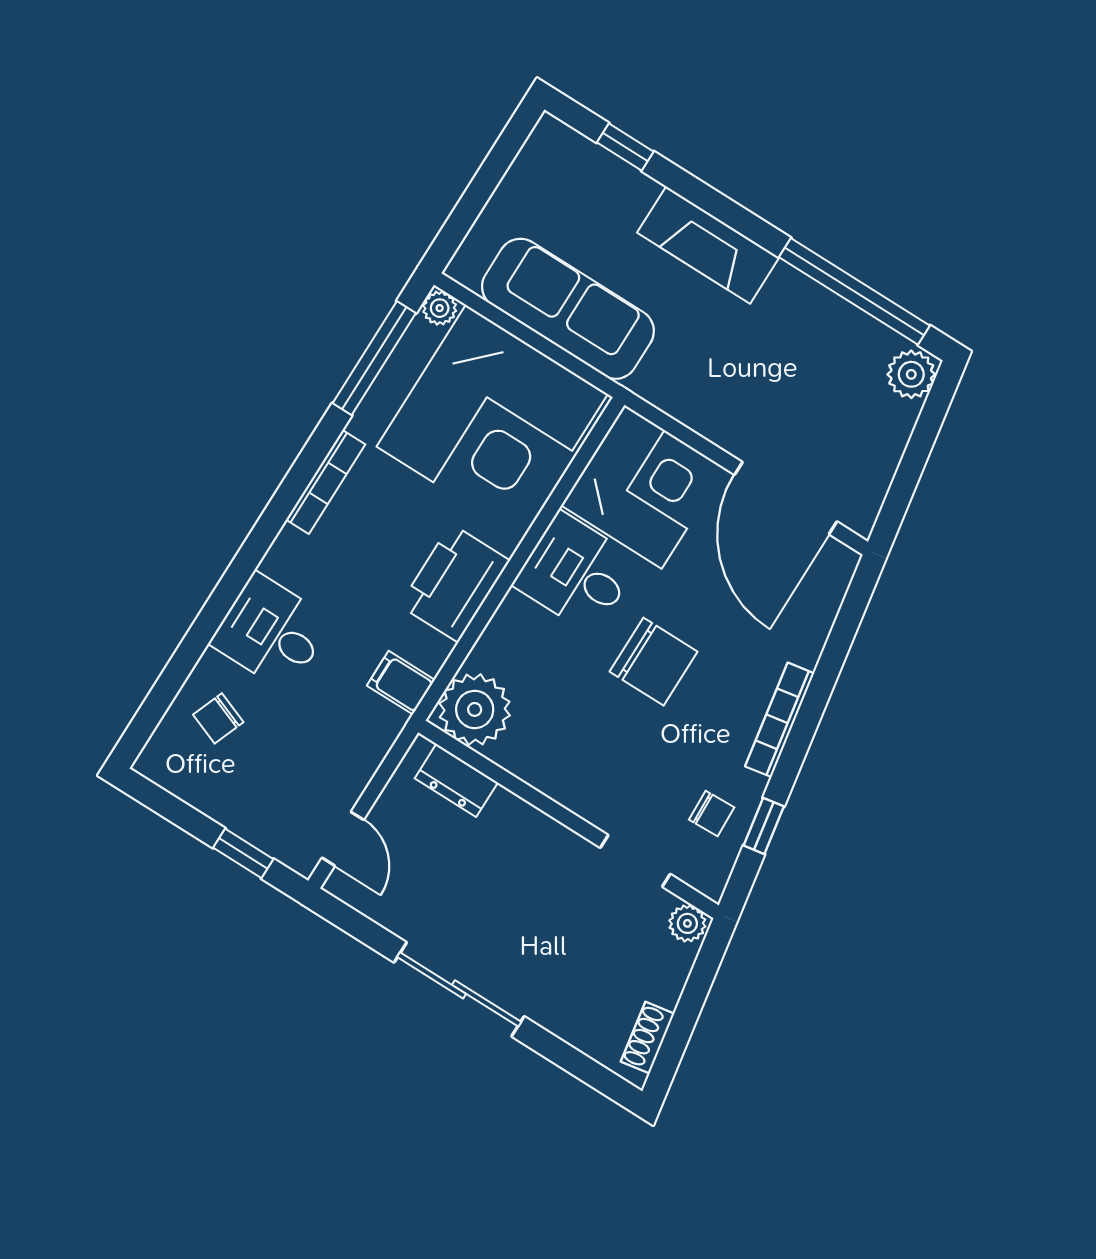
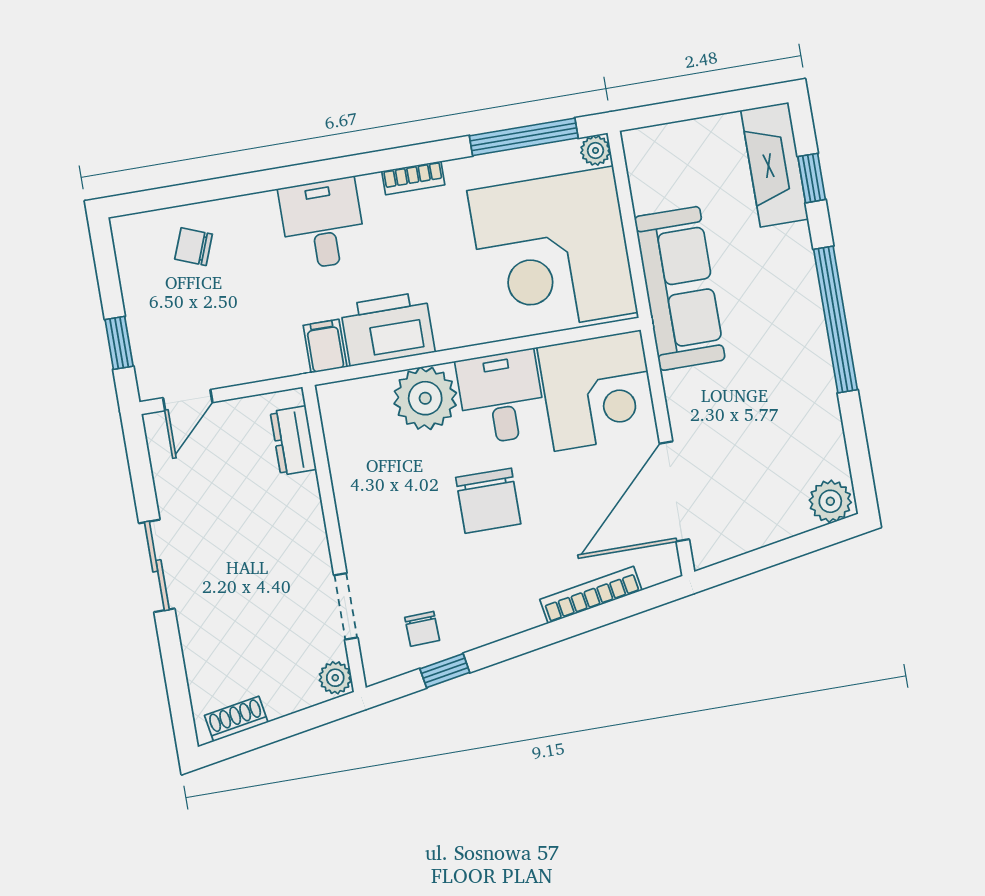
fireplace: (708, 245) -> (774, 165), moved
window: (854, 291) -> (835, 319), moved
sofa: (568, 309) -> (680, 288), moved
bookcase: (326, 482) -> (413, 178), width x0.64
printer: (455, 583) -> (388, 329), moved
desk: (271, 632) -> (323, 224), moved
plant: (475, 709) -> (425, 398), moved
bookcase: (780, 720) -> (591, 595), moved
sliding door: (459, 989) -> (157, 566), width x0.73

